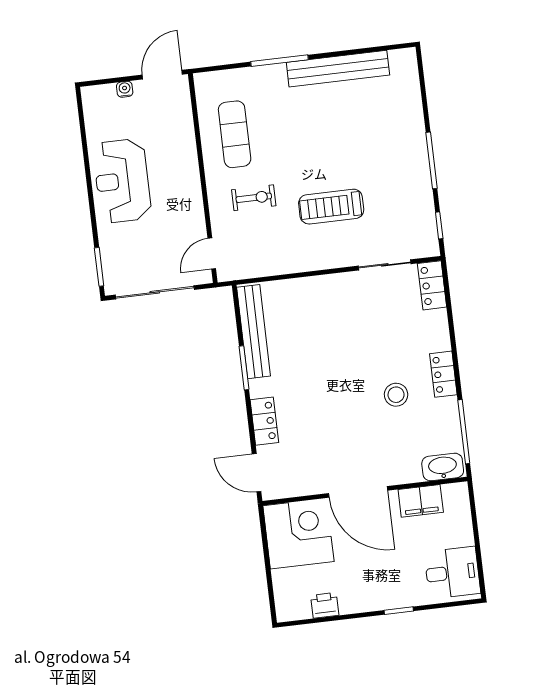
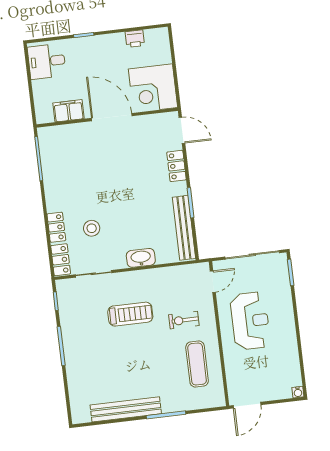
water cooler: (125, 89) -> (298, 392), moved
reception desk: (122, 181) -> (250, 321), moved
locker: (443, 374) -> (56, 227), moved
stool: (396, 395) -> (92, 228), moved
washbasin: (443, 467) -> (141, 258), moved, turned 180

